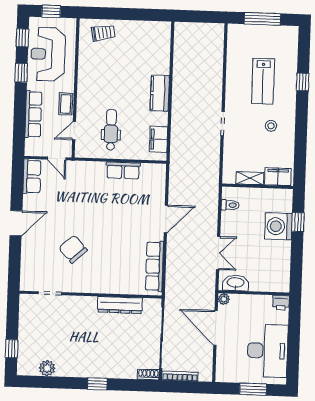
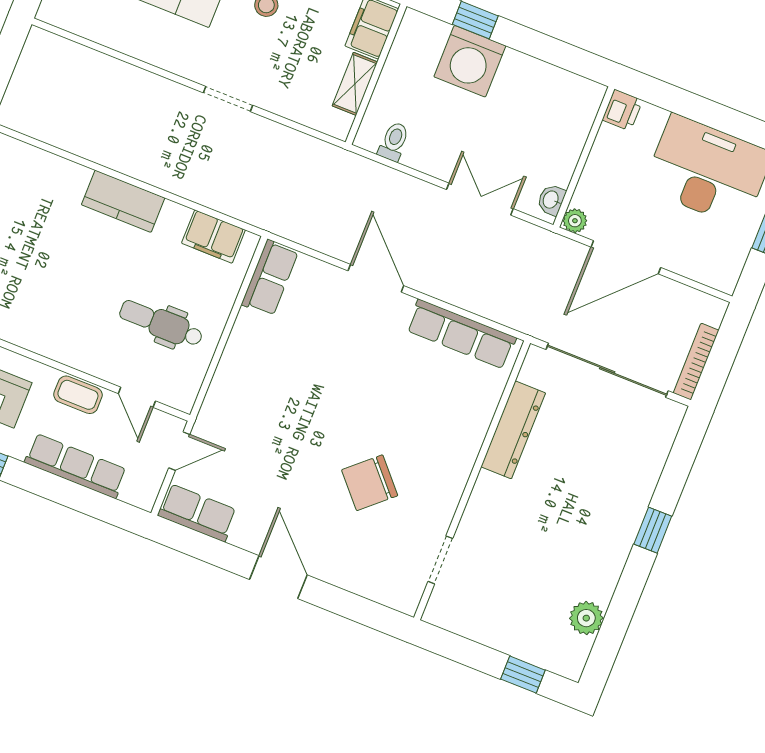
row of seats: (123, 170) -> (270, 278), moved
washbasin: (236, 283) -> (551, 200), width x0.52, depth x0.69
shoe rack: (148, 374) -> (670, 423), removed

